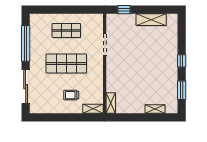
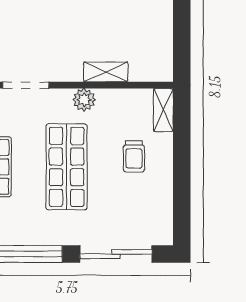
plant: (98, 72) -> (84, 100), added
shelving: (111, 103) -> (106, 72), moved

